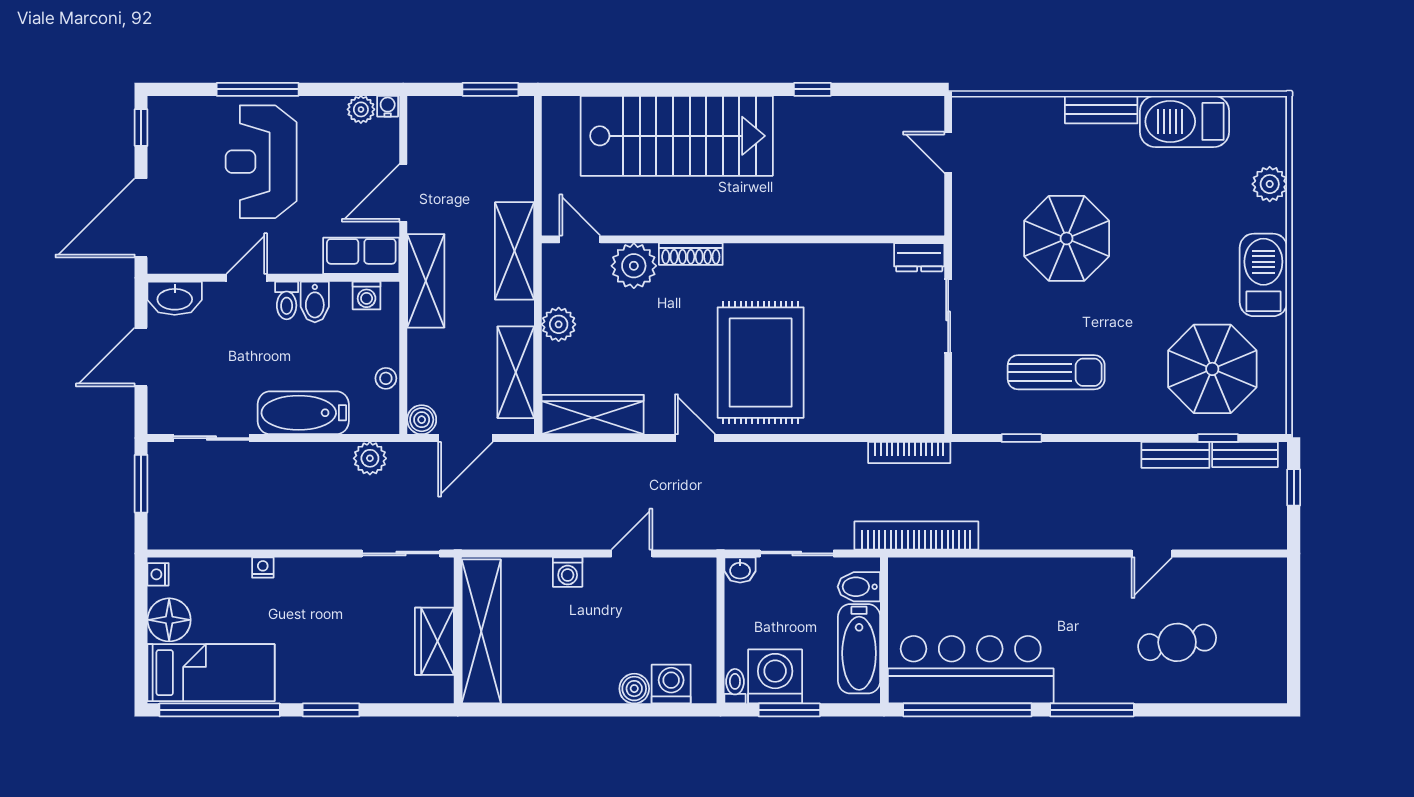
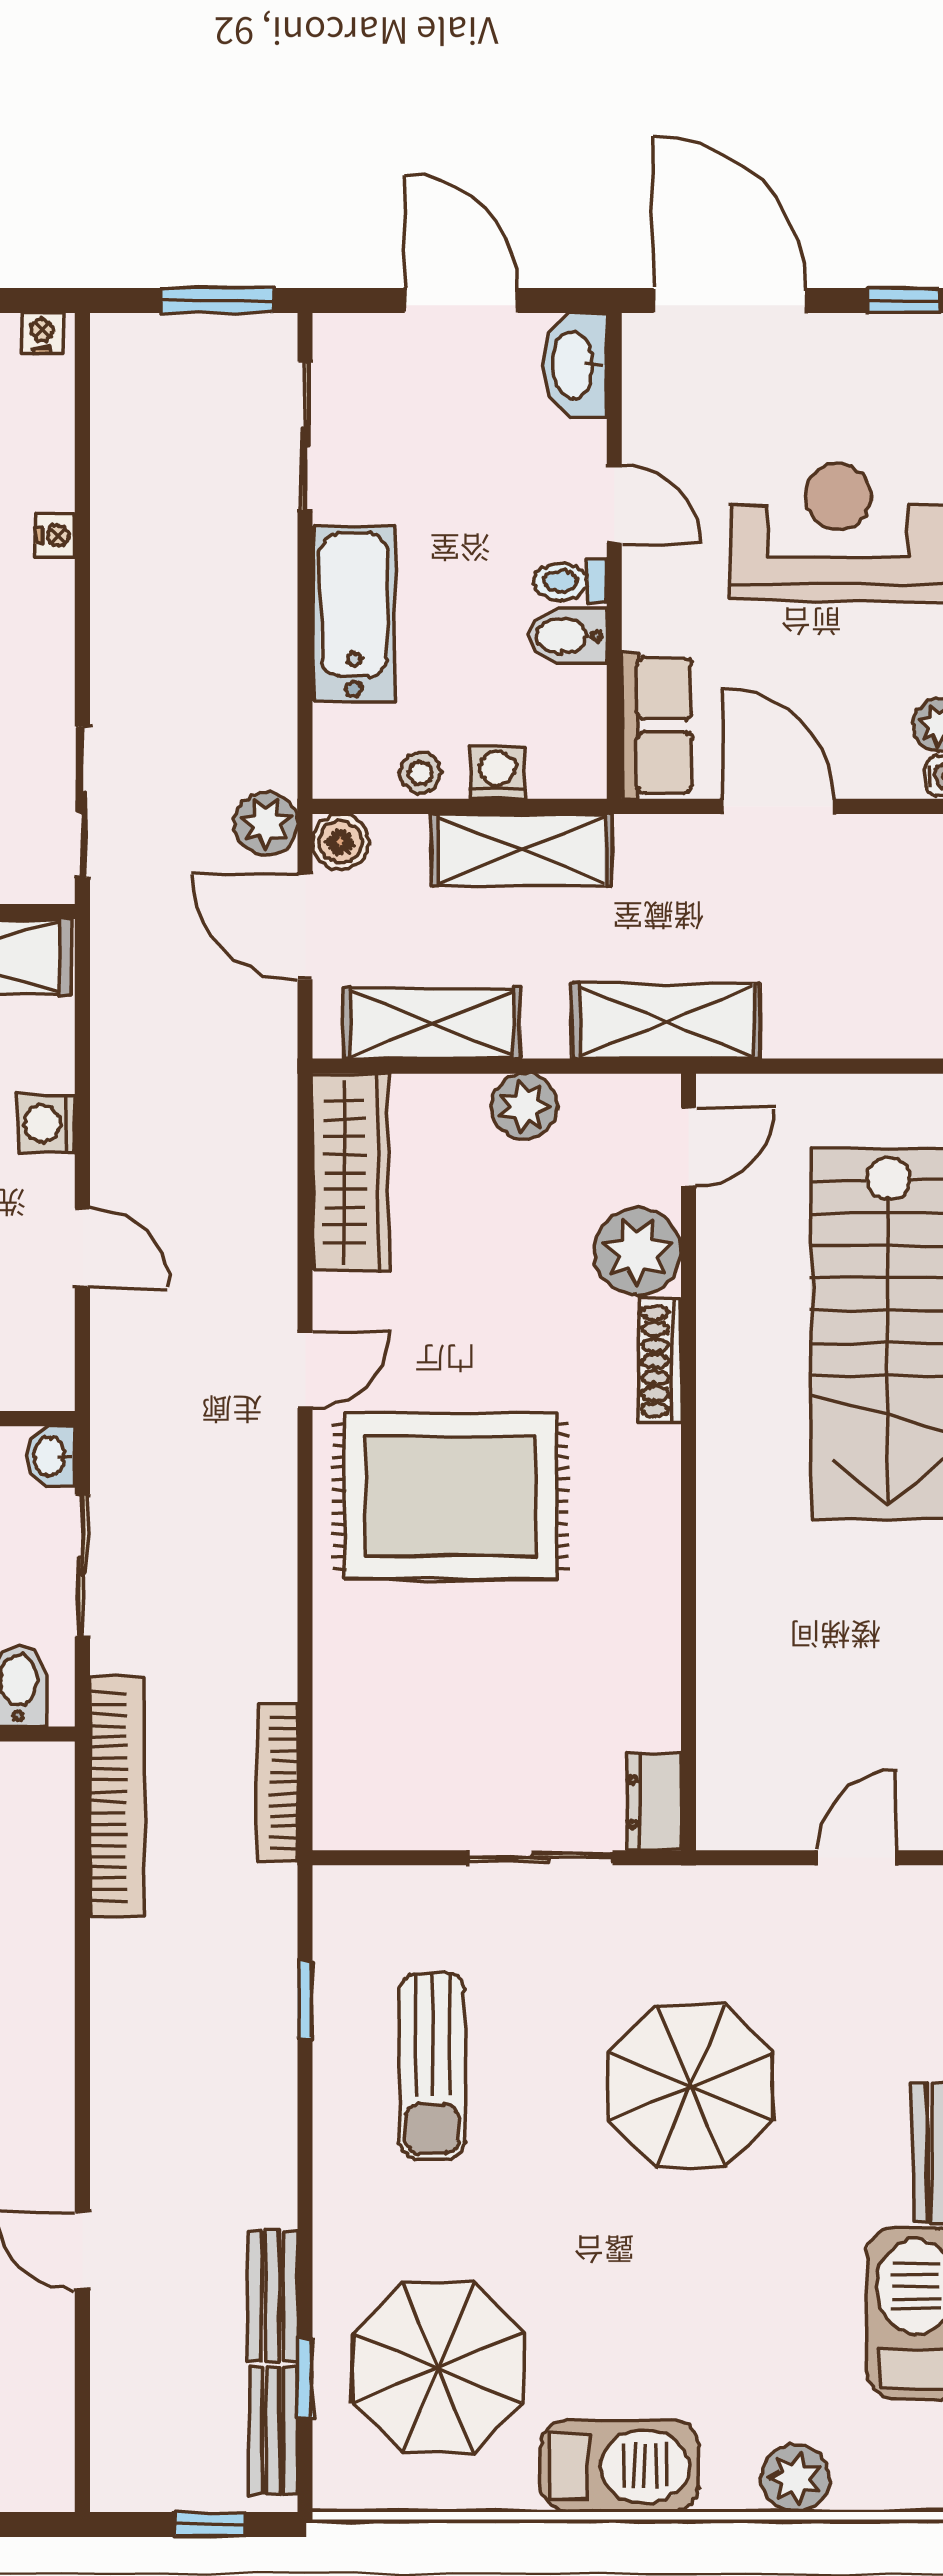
shelving: (426, 281) -> (522, 850), moved
washing machine: (367, 296) -> (497, 772), moved, turned 90
plant: (370, 458) -> (266, 824), moved

